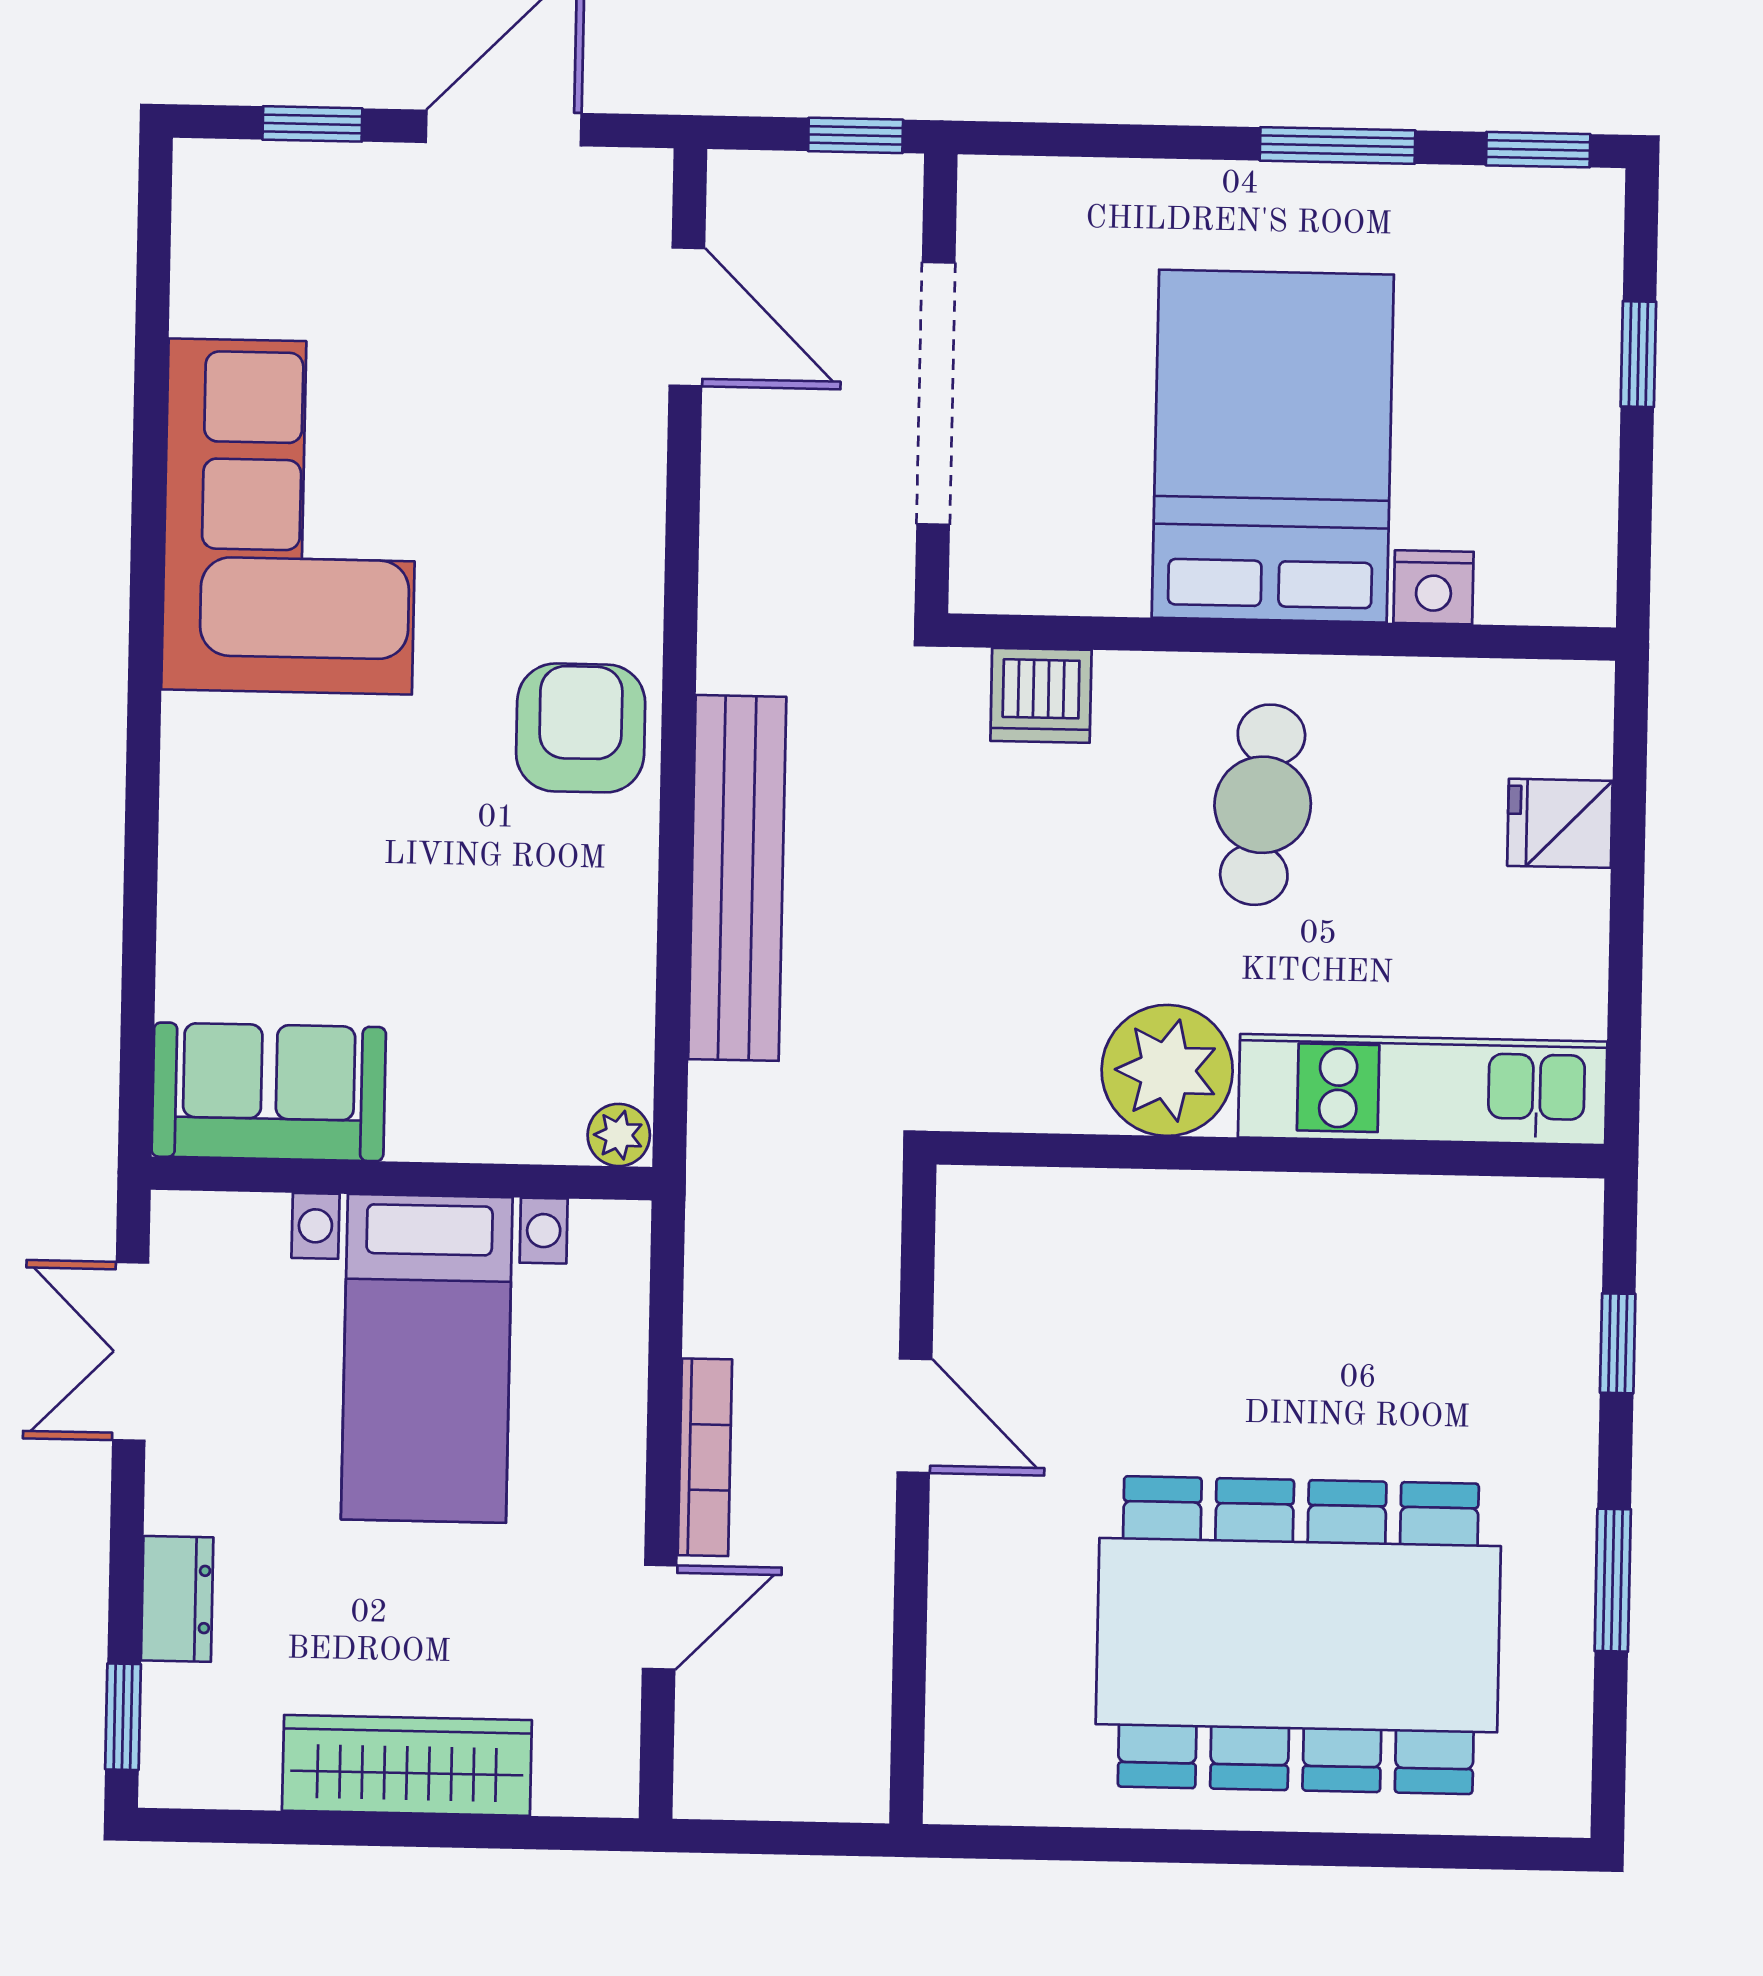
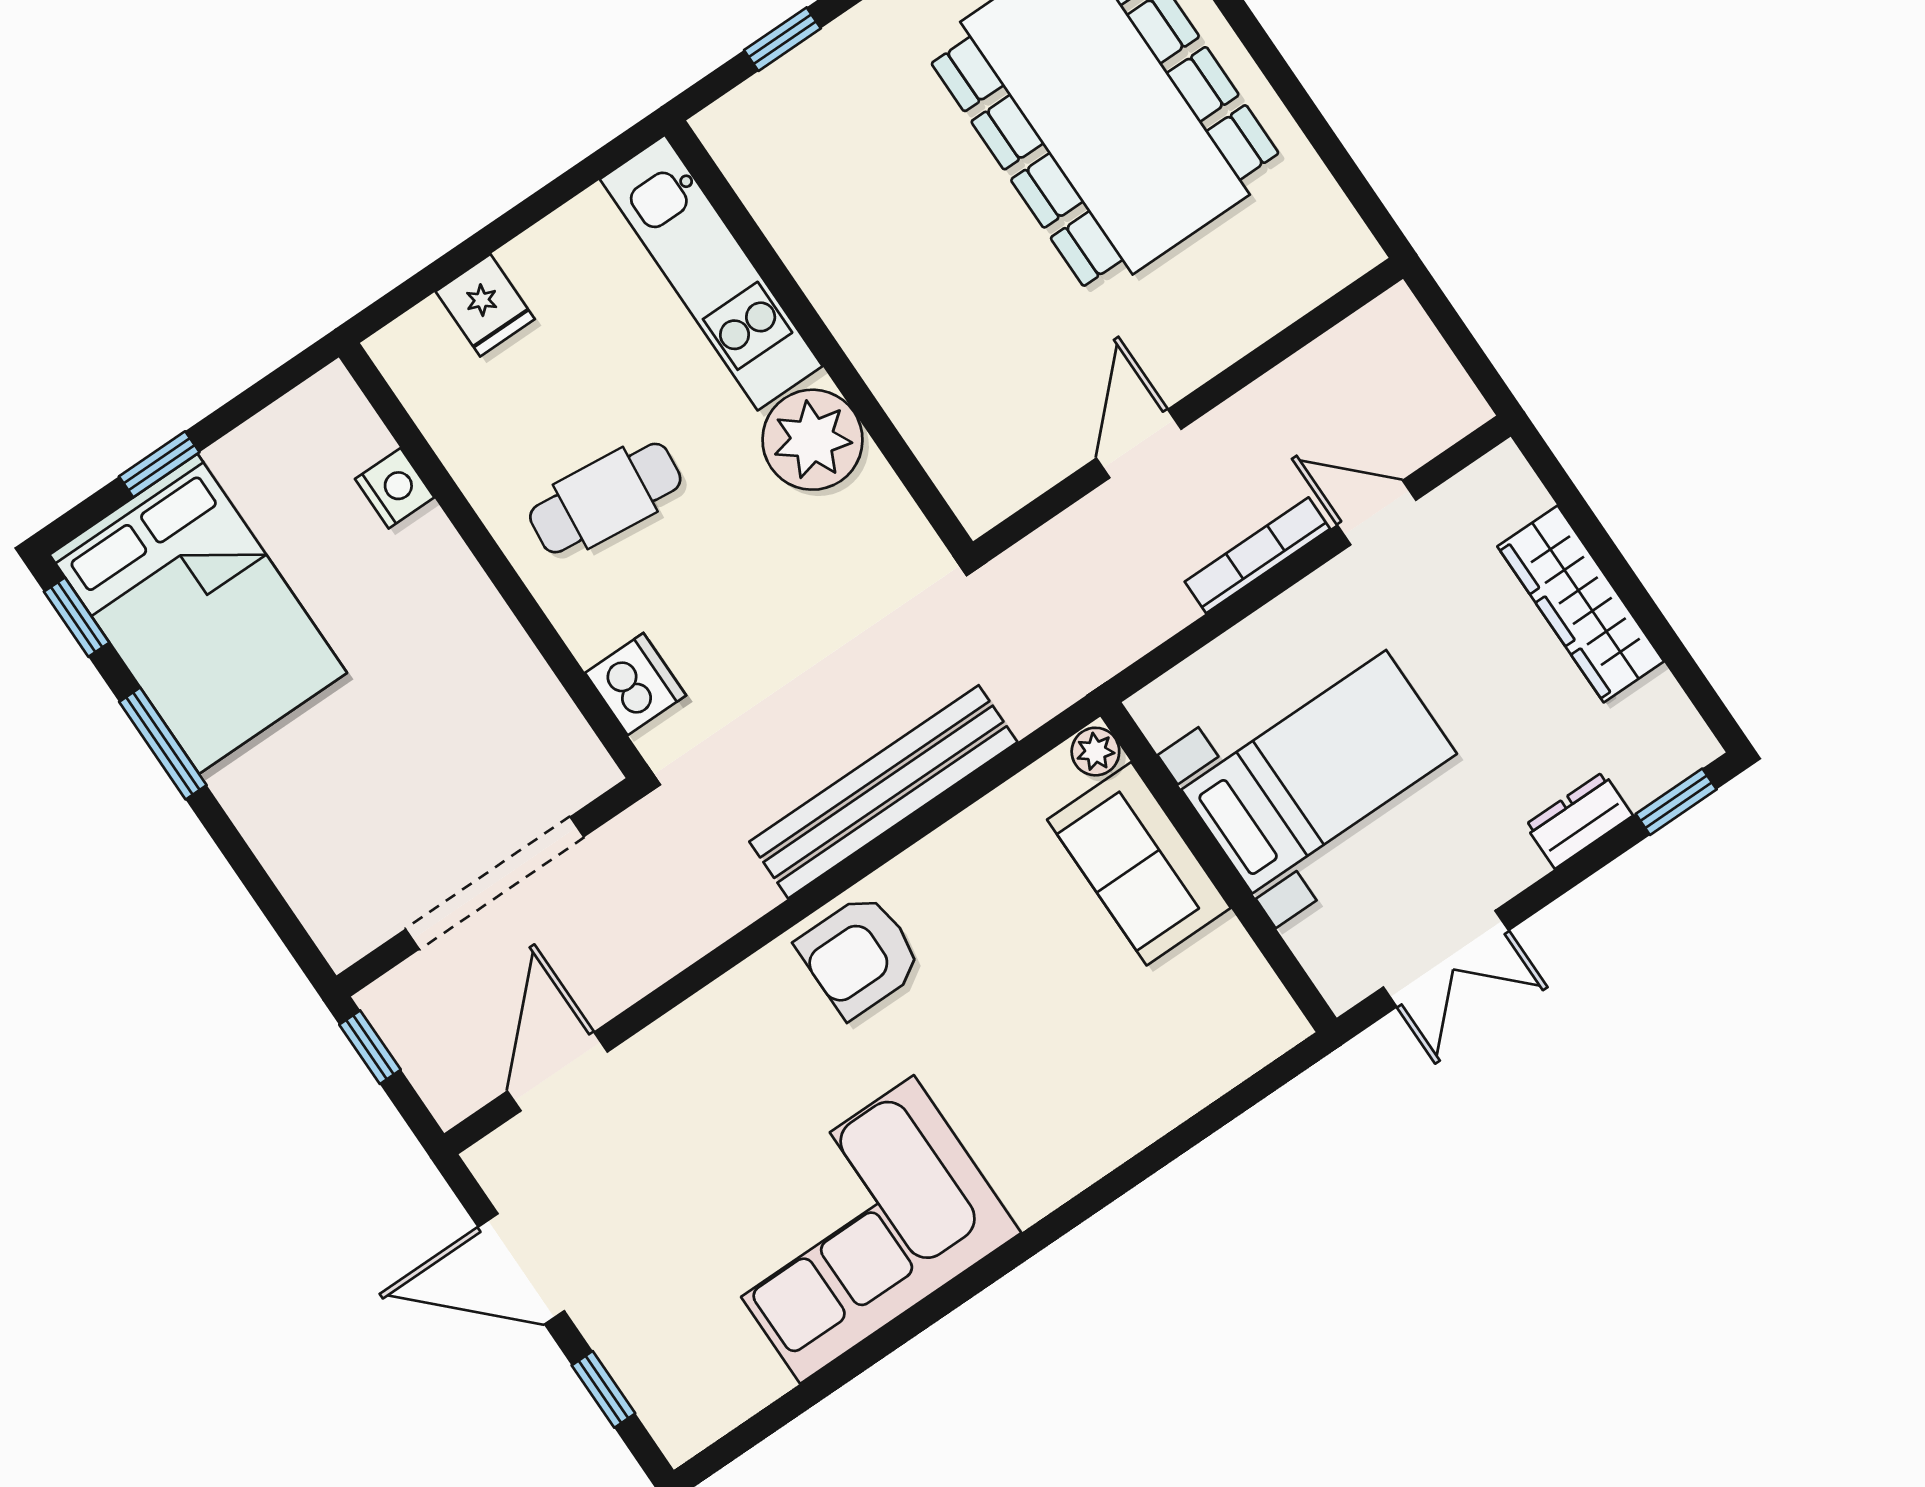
bed: (1273, 446) -> (198, 614), moved, turned -90
sofa: (269, 1092) -> (1139, 864), moved

